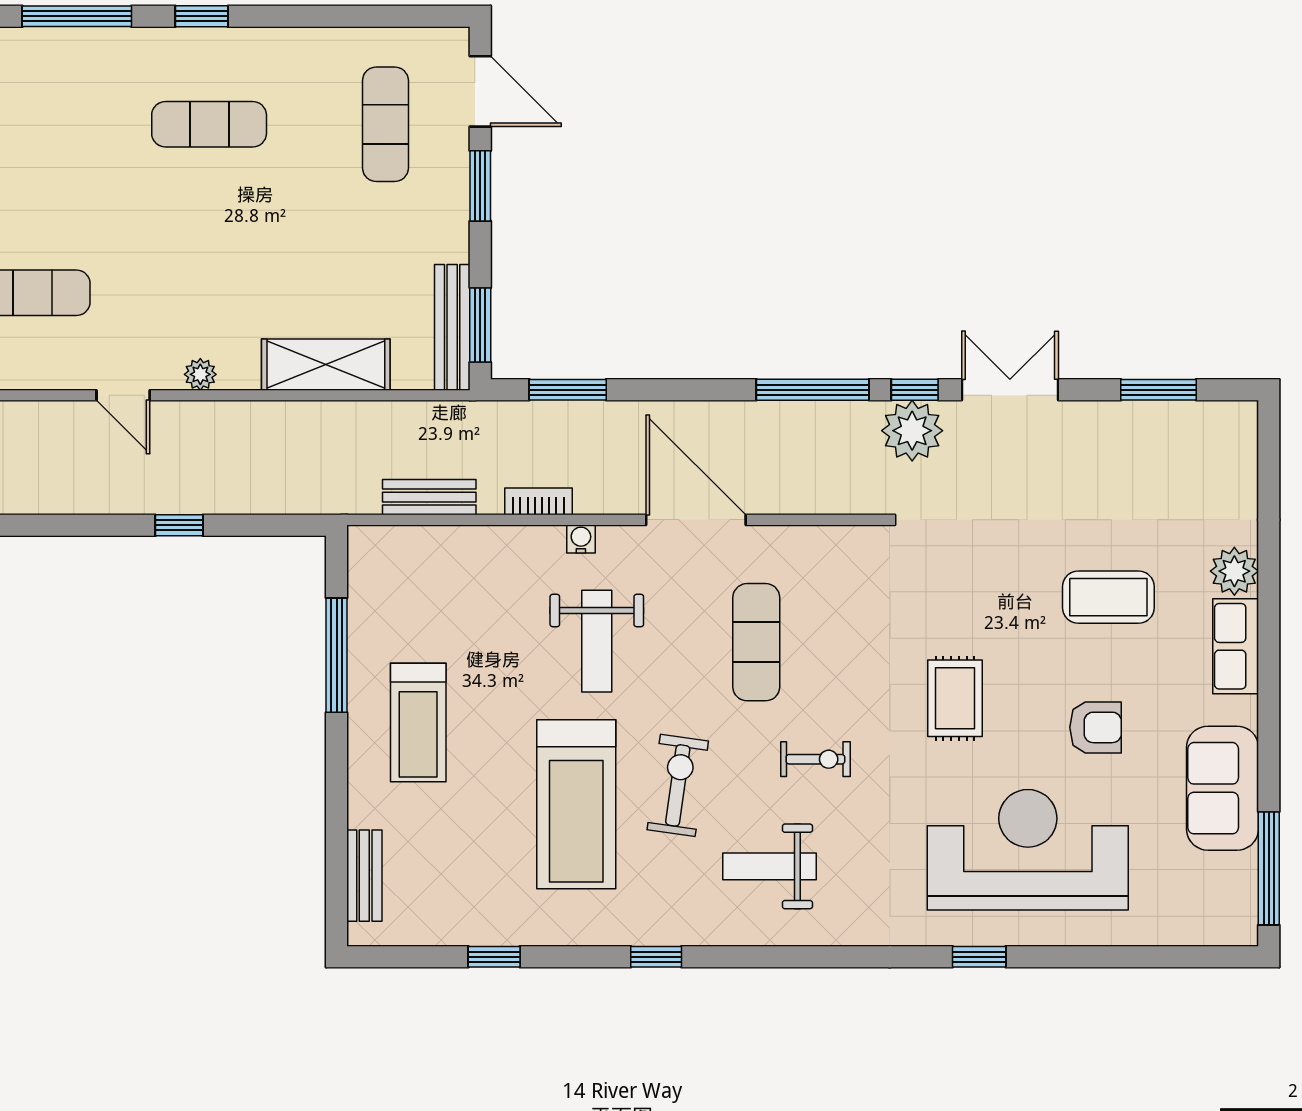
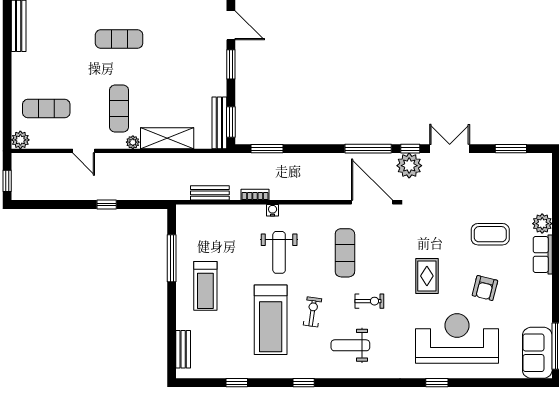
exercise mat: (385, 124) -> (119, 109), moved
plant: (200, 374) -> (133, 142), moved
door: (696, 520) -> (372, 202), moved
armchair: (1096, 727) -> (485, 288), turned 104
exercise bike: (678, 785) -> (313, 312), width x0.73, depth x0.72
sofa: (1222, 788) -> (537, 353), moved

